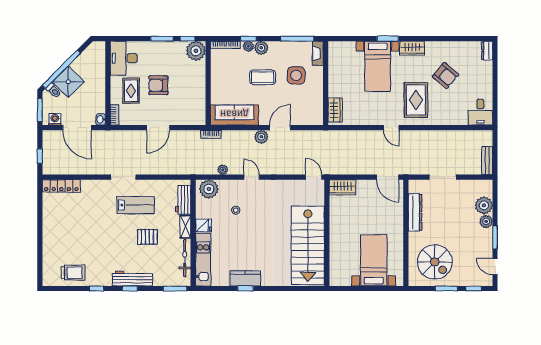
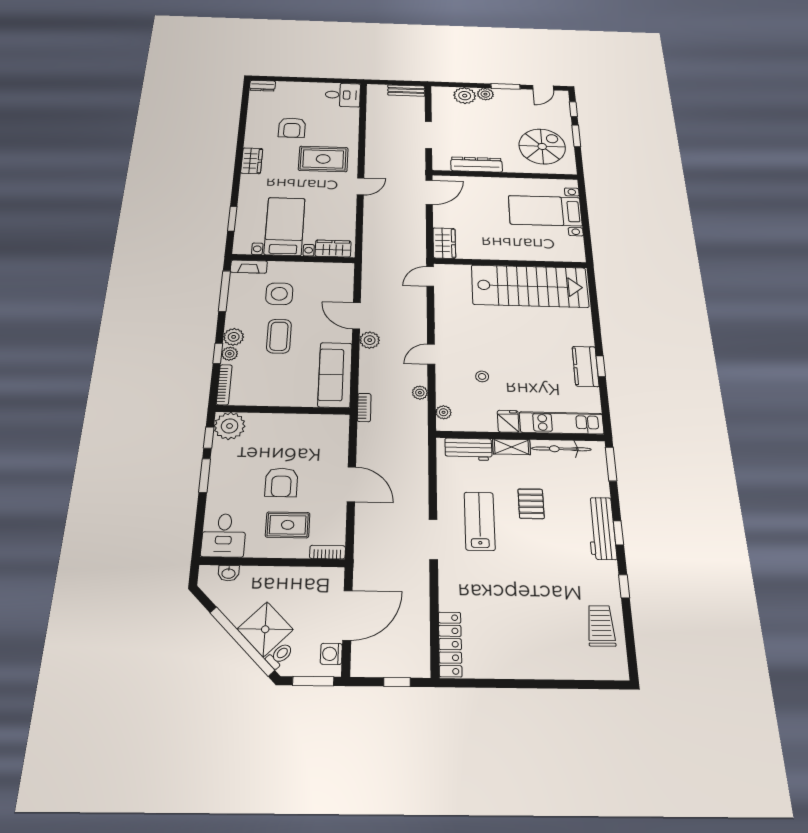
window: (388, 39) -> (232, 219), moved
desk: (124, 58) -> (224, 535), width x0.73
bed with nightstands: (378, 66) -> (285, 226), moved, turned -90
armchair: (445, 75) -> (292, 128), turned 140
washbasin: (101, 119) -> (229, 573), moved
plant: (209, 189) -> (444, 412), width x0.53, depth x0.53

